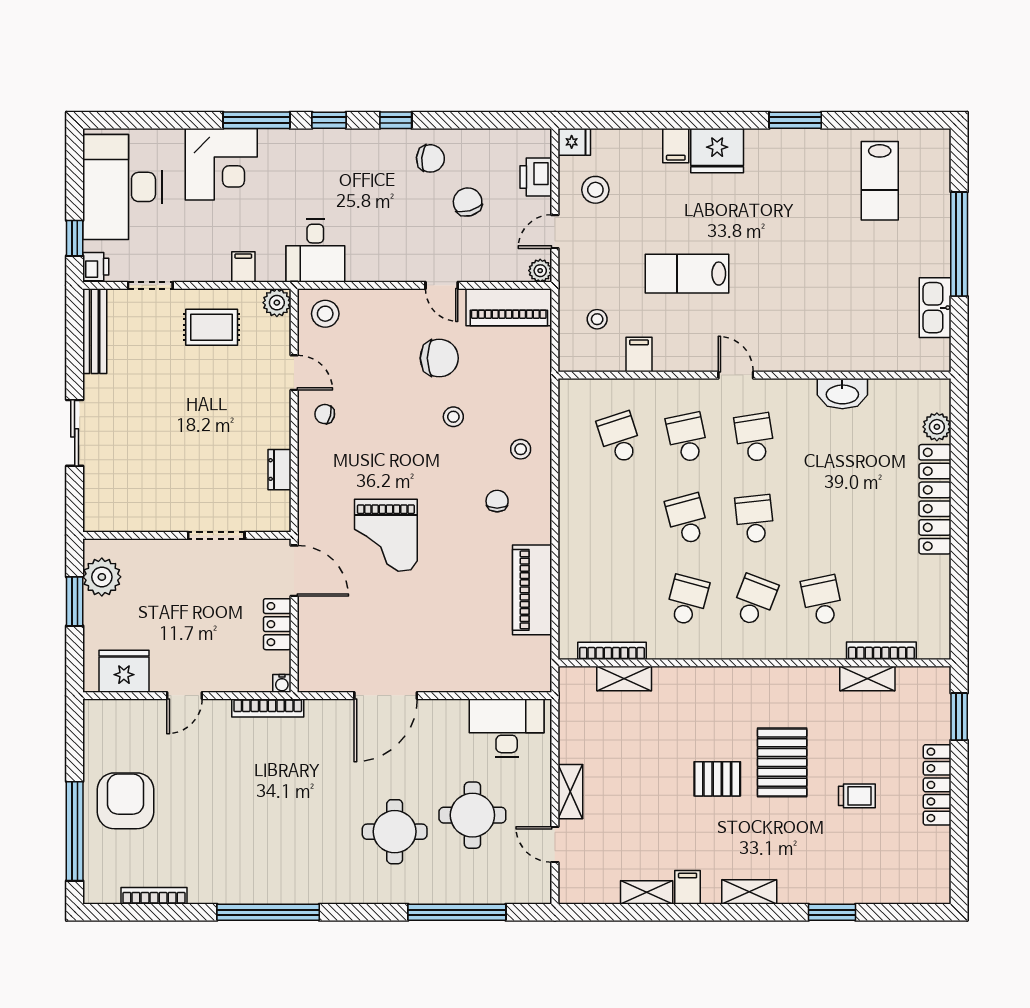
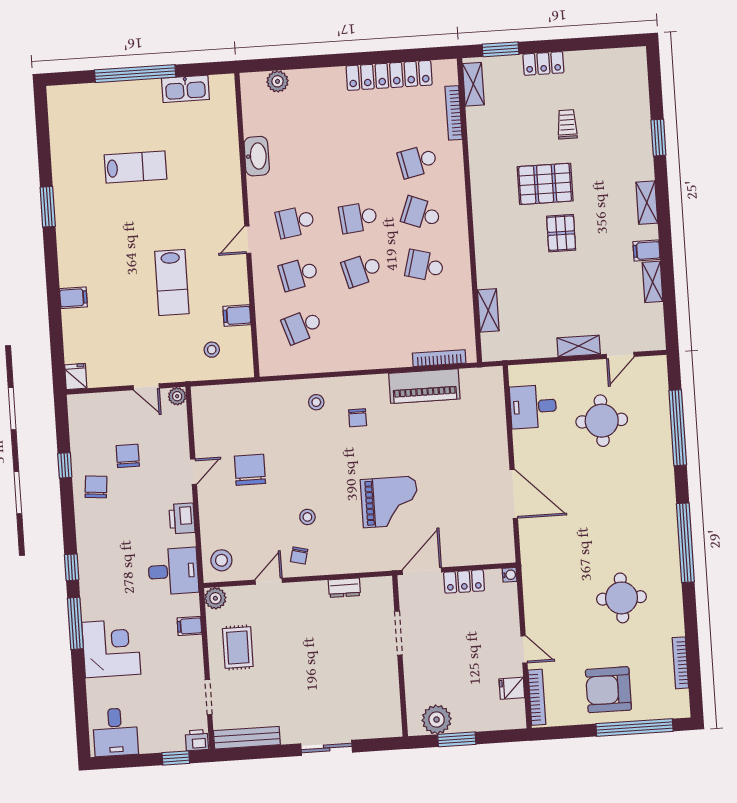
window: (396, 120) -> (65, 465), moved
fridge: (717, 151) -> (75, 266), removed
printer: (536, 177) -> (182, 518), moved, turned 90
lab bench: (880, 181) -> (135, 167), moved
desk: (122, 187) -> (115, 732), width x0.53, depth x0.77
stool: (595, 190) -> (112, 358), removed
chair: (468, 202) -> (128, 456), turned 105
piano: (509, 307) -> (207, 419), removed
stool: (453, 417) -> (307, 517), moved
locker: (935, 499) -> (389, 75), moved
chair: (497, 501) -> (358, 418), turned -90
bookcase: (612, 651) -> (439, 358), moved, turned 90
fridge: (124, 671) -> (512, 688), width x0.53, depth x0.75
shelving: (867, 679) -> (473, 84), moved
bookcase: (268, 708) -> (537, 697), moved
desk: (507, 728) -> (533, 407), width x0.73
locker: (937, 785) -> (543, 63), width x0.66
round table: (395, 832) -> (621, 598), moved
window: (268, 912) -> (685, 543), moved

